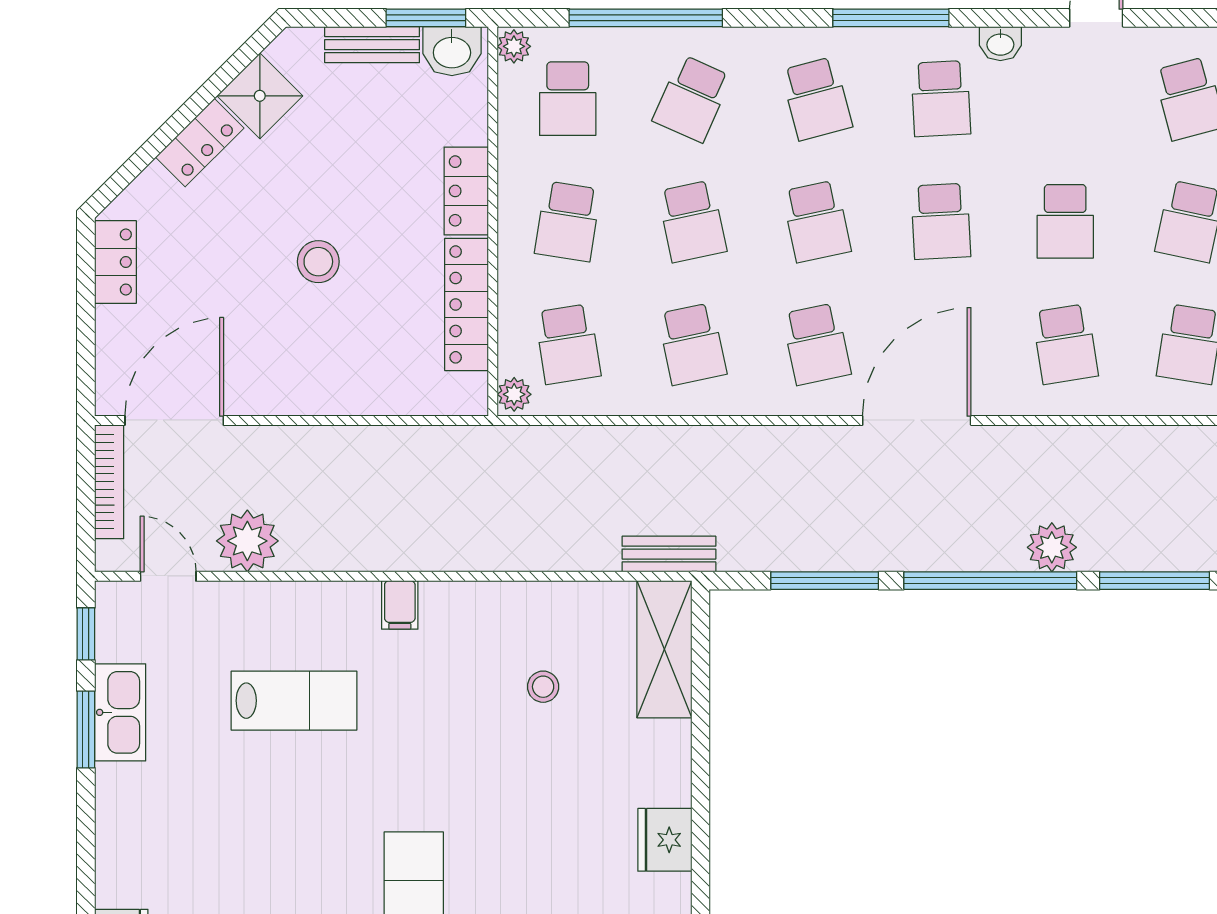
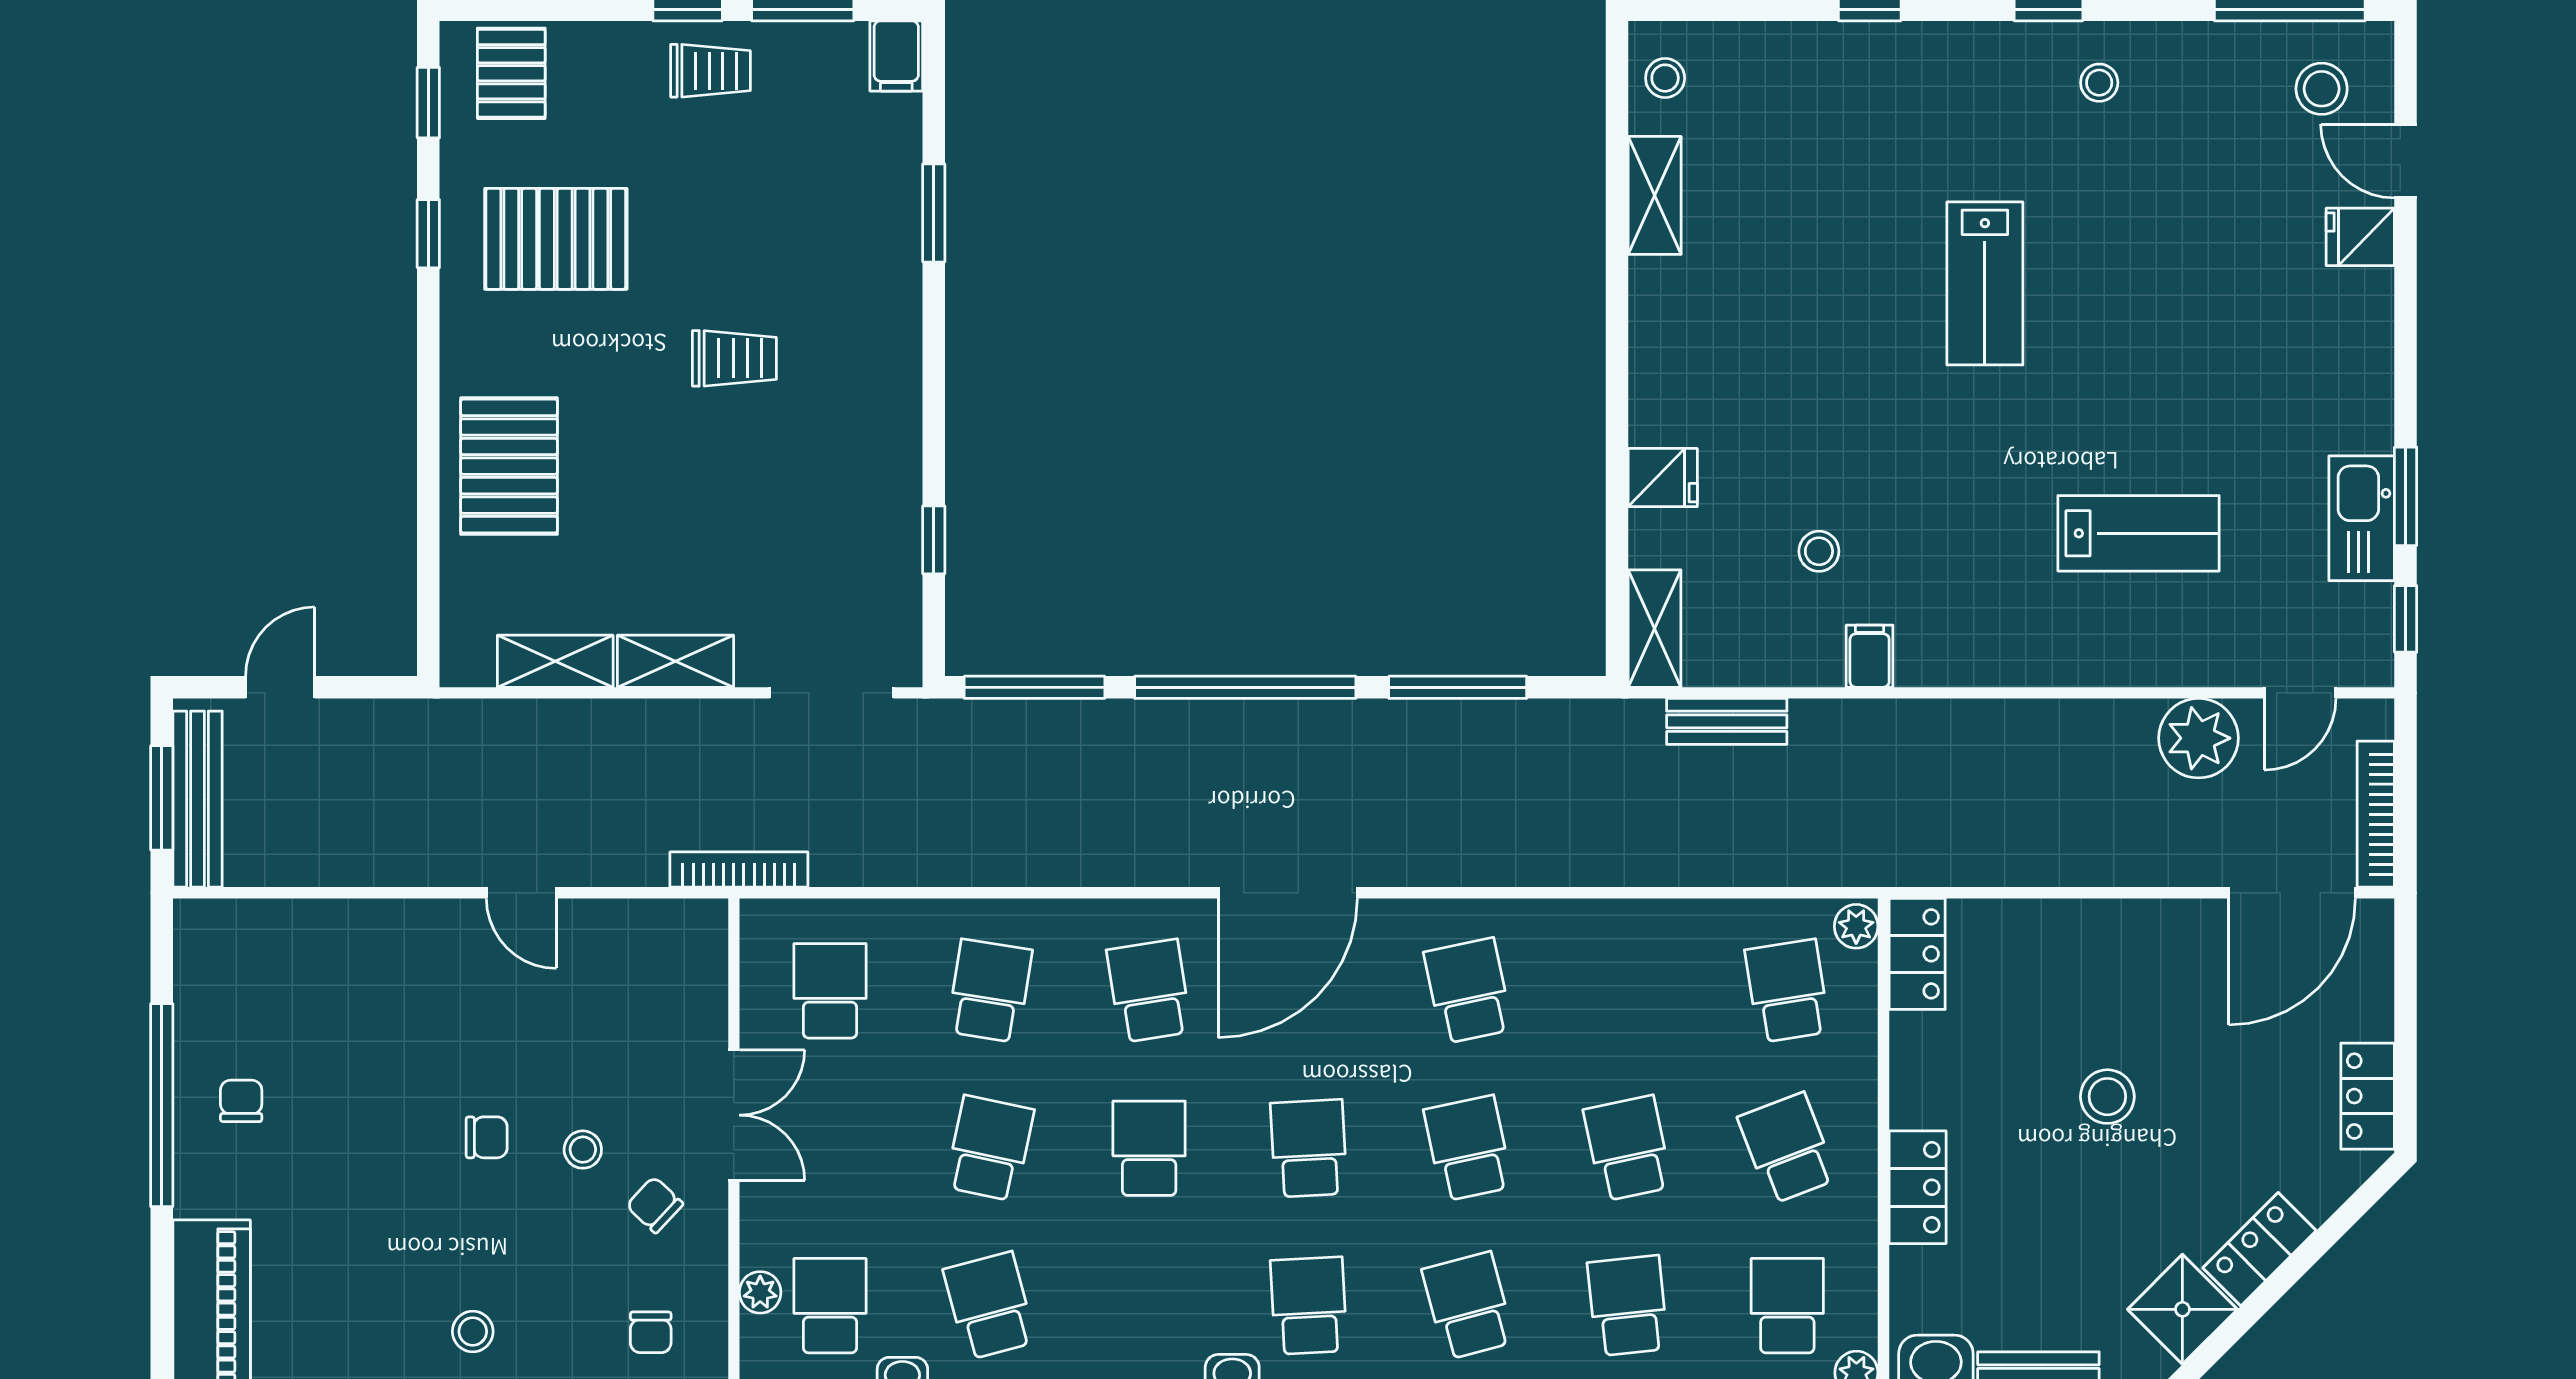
school desk: (692, 99) -> (1628, 1306), turned -30
school desk: (568, 221) -> (1787, 1148), turned -30
locker: (467, 304) -> (1917, 954), moved, width x0.66
school desk: (692, 344) -> (1628, 991), removed
door: (917, 420) -> (1288, 893), moved
plant: (1052, 547) -> (1166, 730), removed
bench: (669, 554) -> (1727, 721), moved
door: (168, 576) -> (2300, 693), hinge flipped
filing cabinet: (400, 605) -> (1870, 656), moved
shelving: (664, 649) -> (1654, 629), width x0.67, depth x0.75
lab bench: (294, 701) -> (2139, 533), turned 180
fridge: (665, 840) -> (1663, 478), moved, width x0.72

